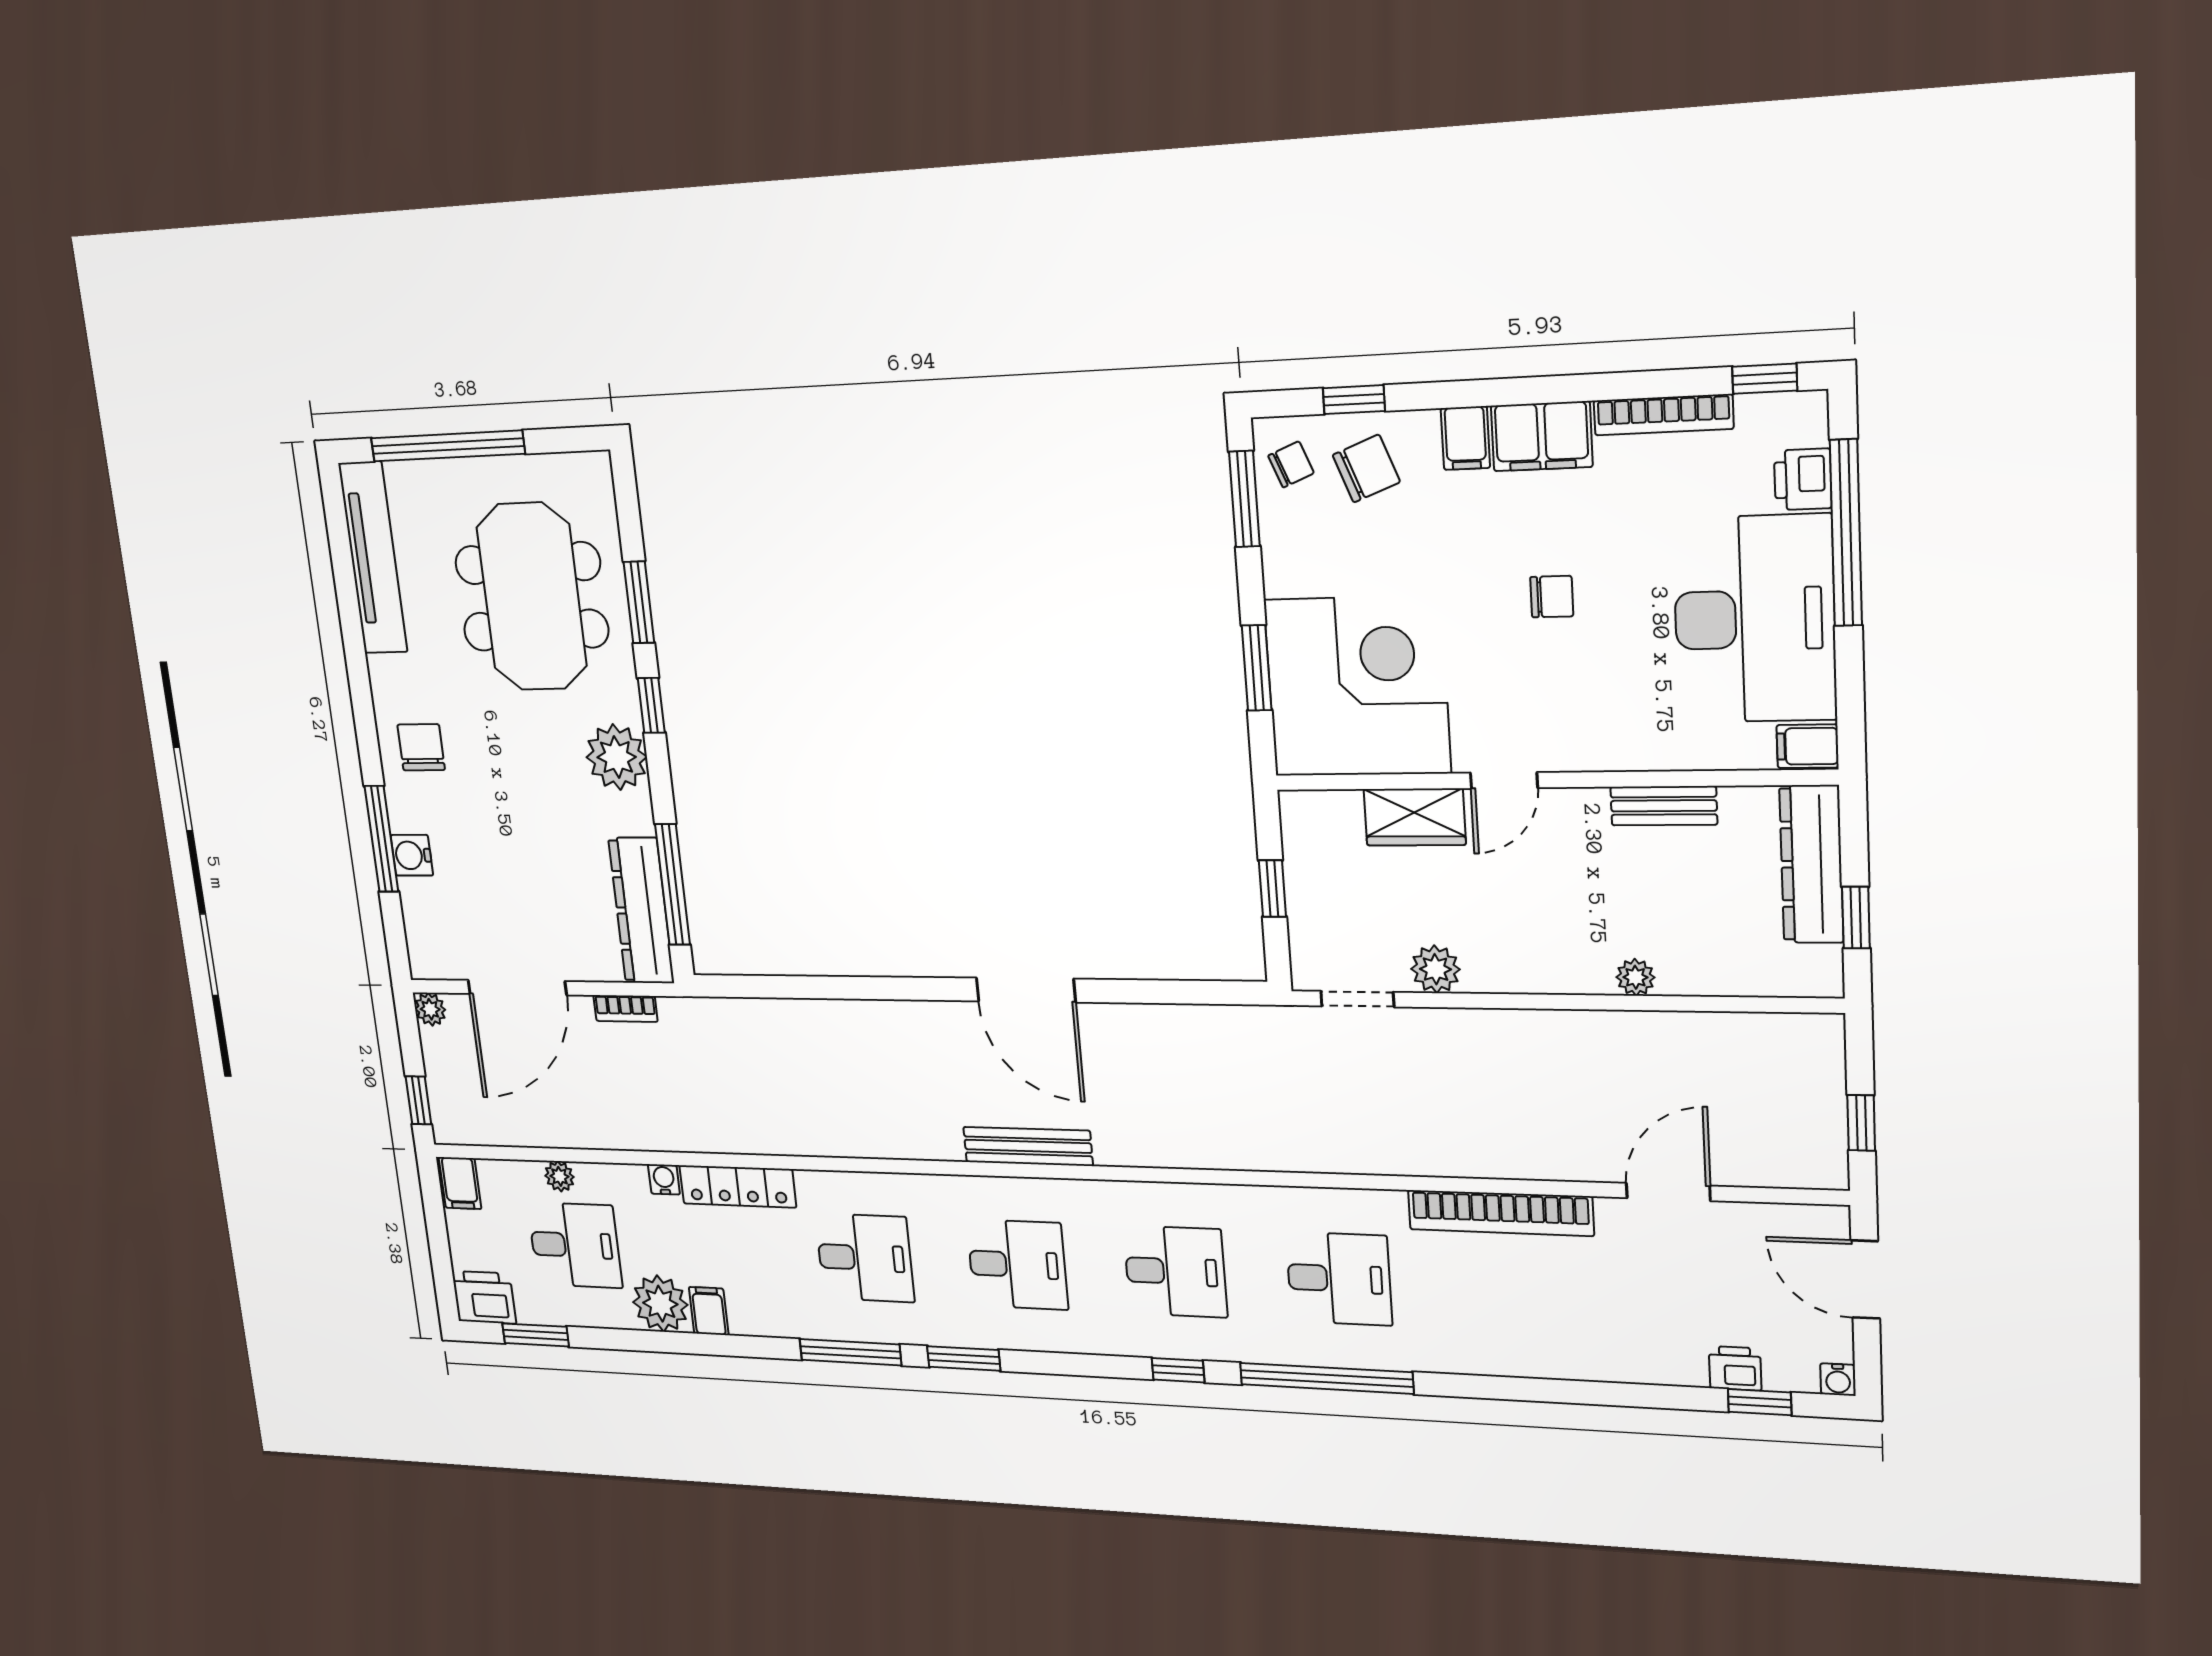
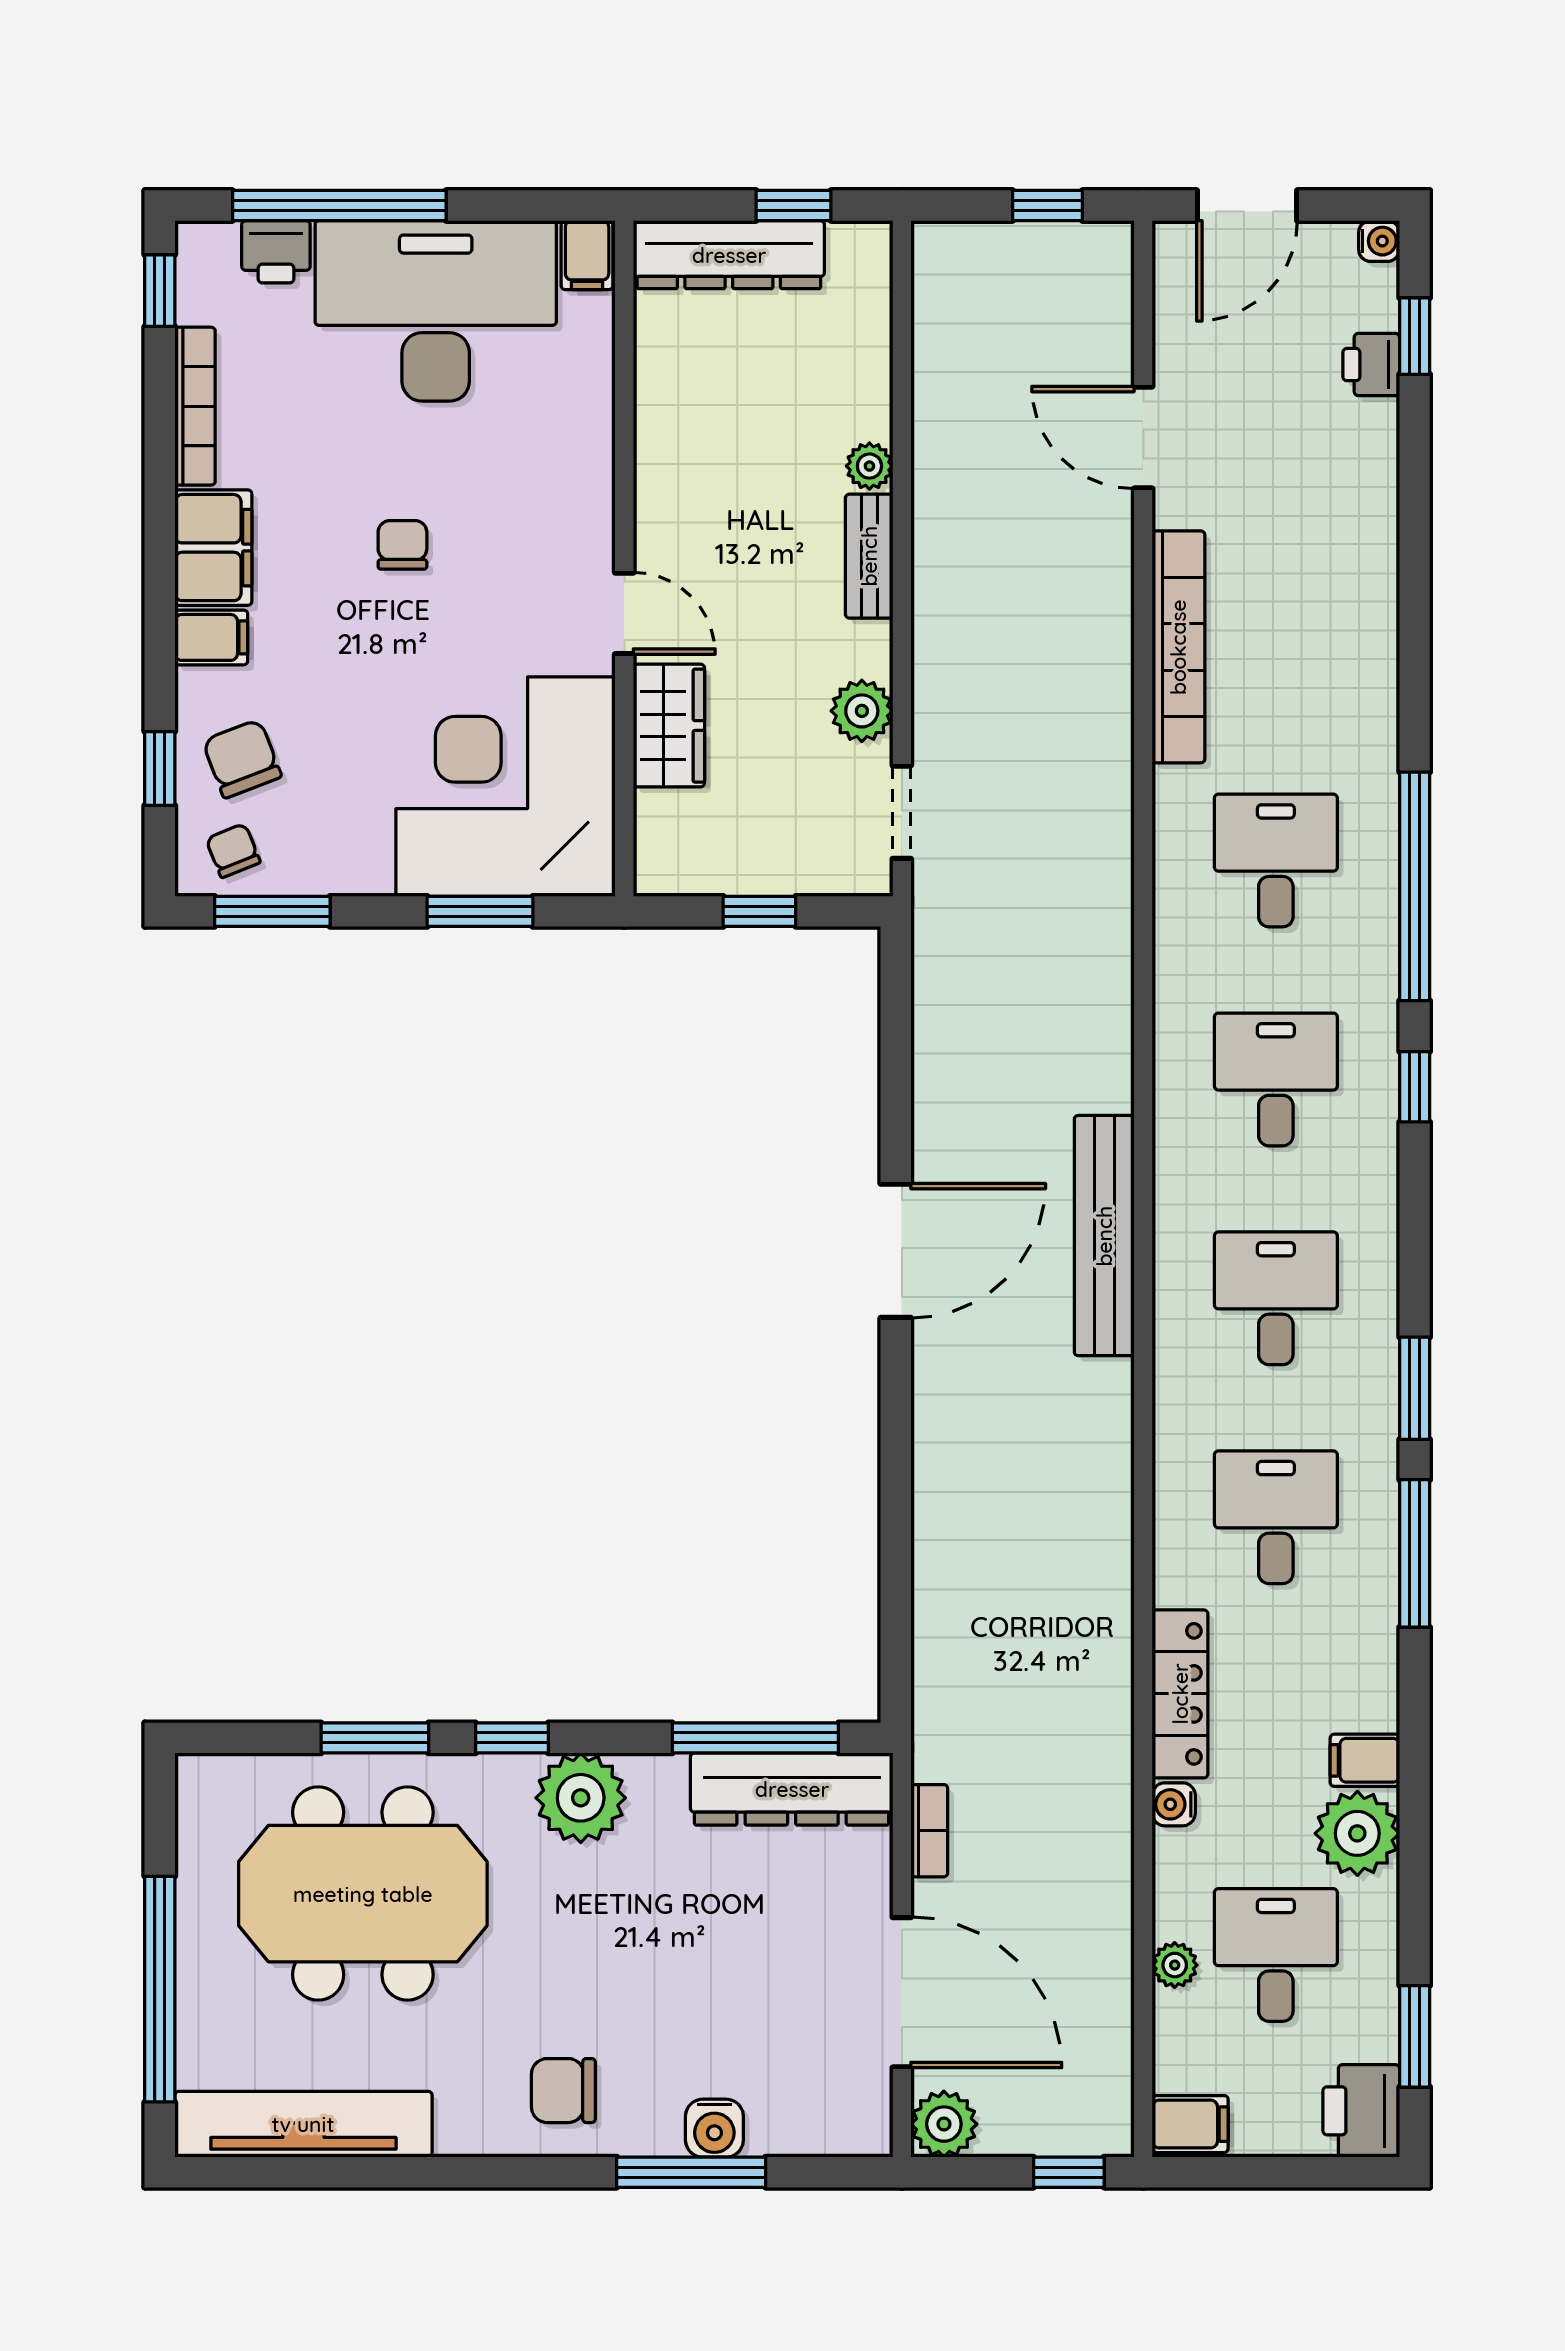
bench: (1664, 806) -> (869, 556), moved
plant: (430, 1009) -> (944, 2124), width x1.38, depth x1.38
bench: (1028, 1146) -> (1104, 1236), width x1.37, depth x1.21

